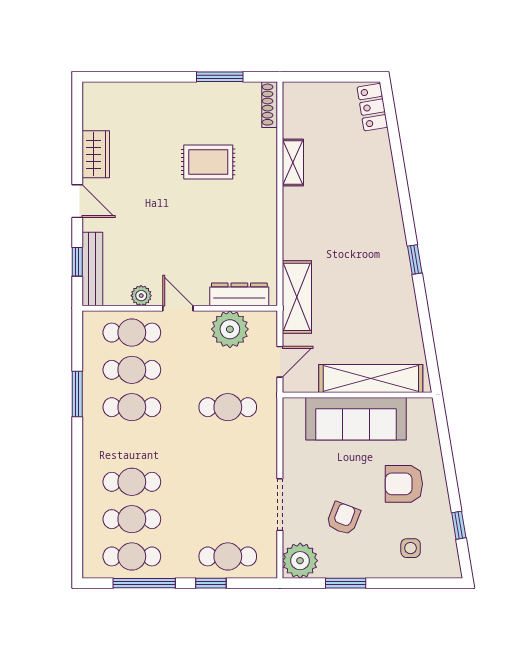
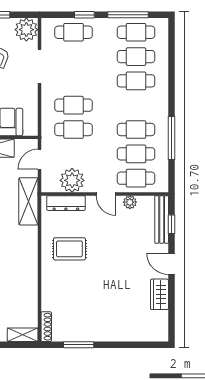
rug: (208, 162) -> (69, 249), moved
shelving: (293, 163) -> (23, 335), moved, turned 90
window: (77, 394) -> (172, 138), width x1.44
cafe table: (228, 444) -> (73, 105), added

